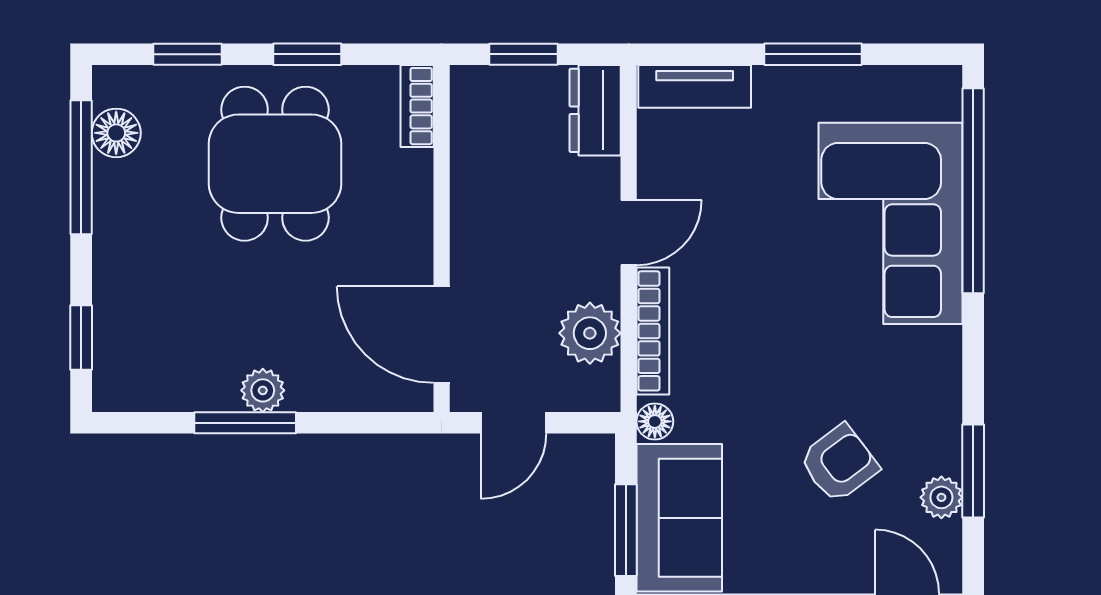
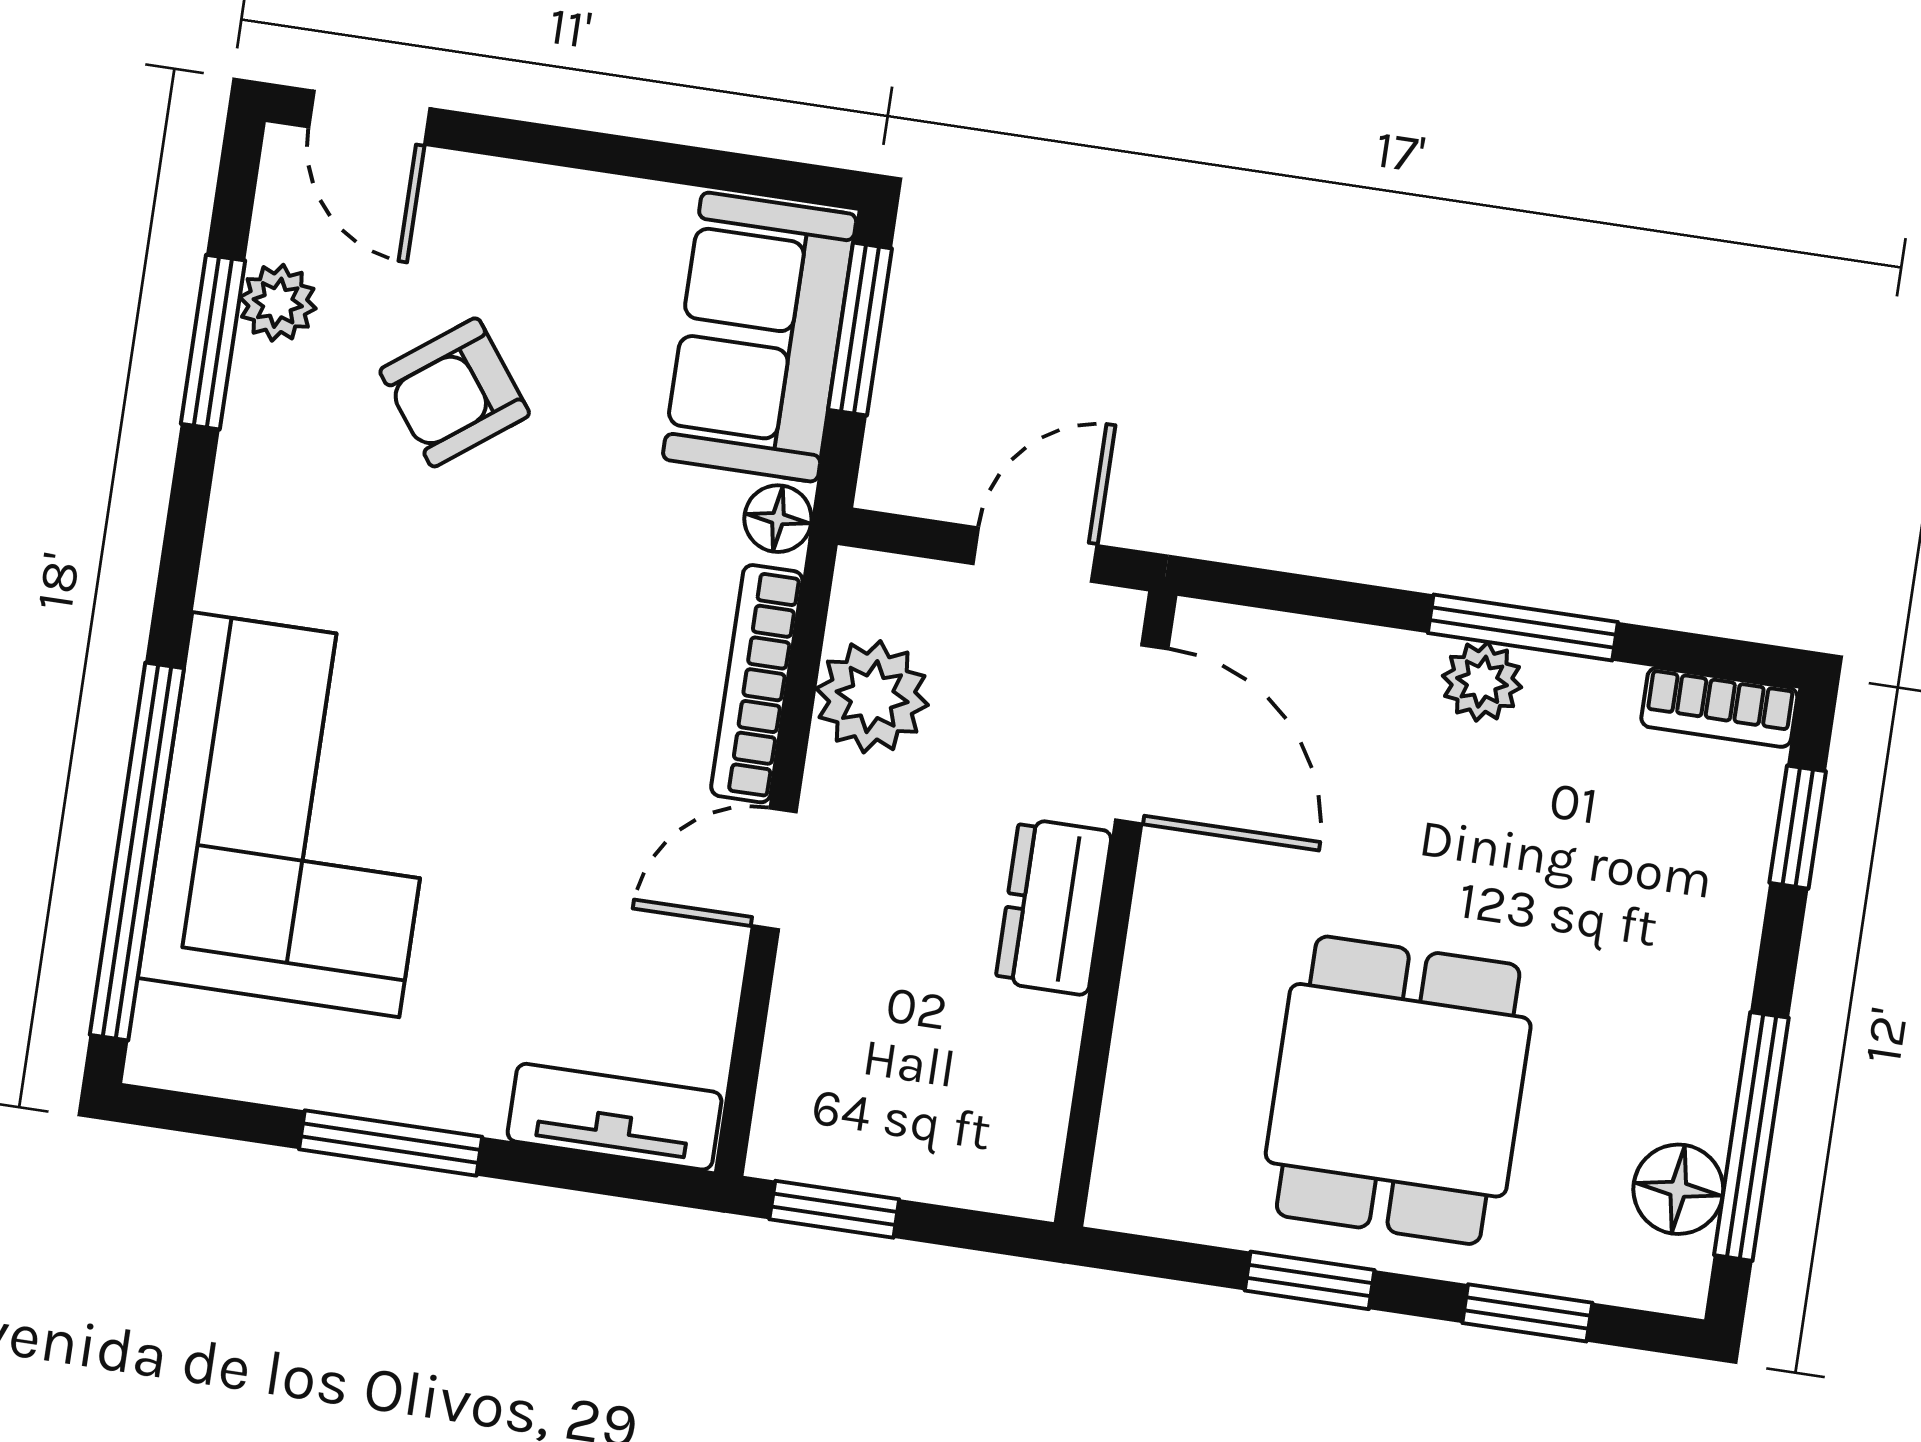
window: (523, 54) -> (834, 1209), moved
bookcase: (417, 106) -> (1719, 707), moved, turned 90
dresser: (595, 110) -> (1054, 907), moved, turned 180

